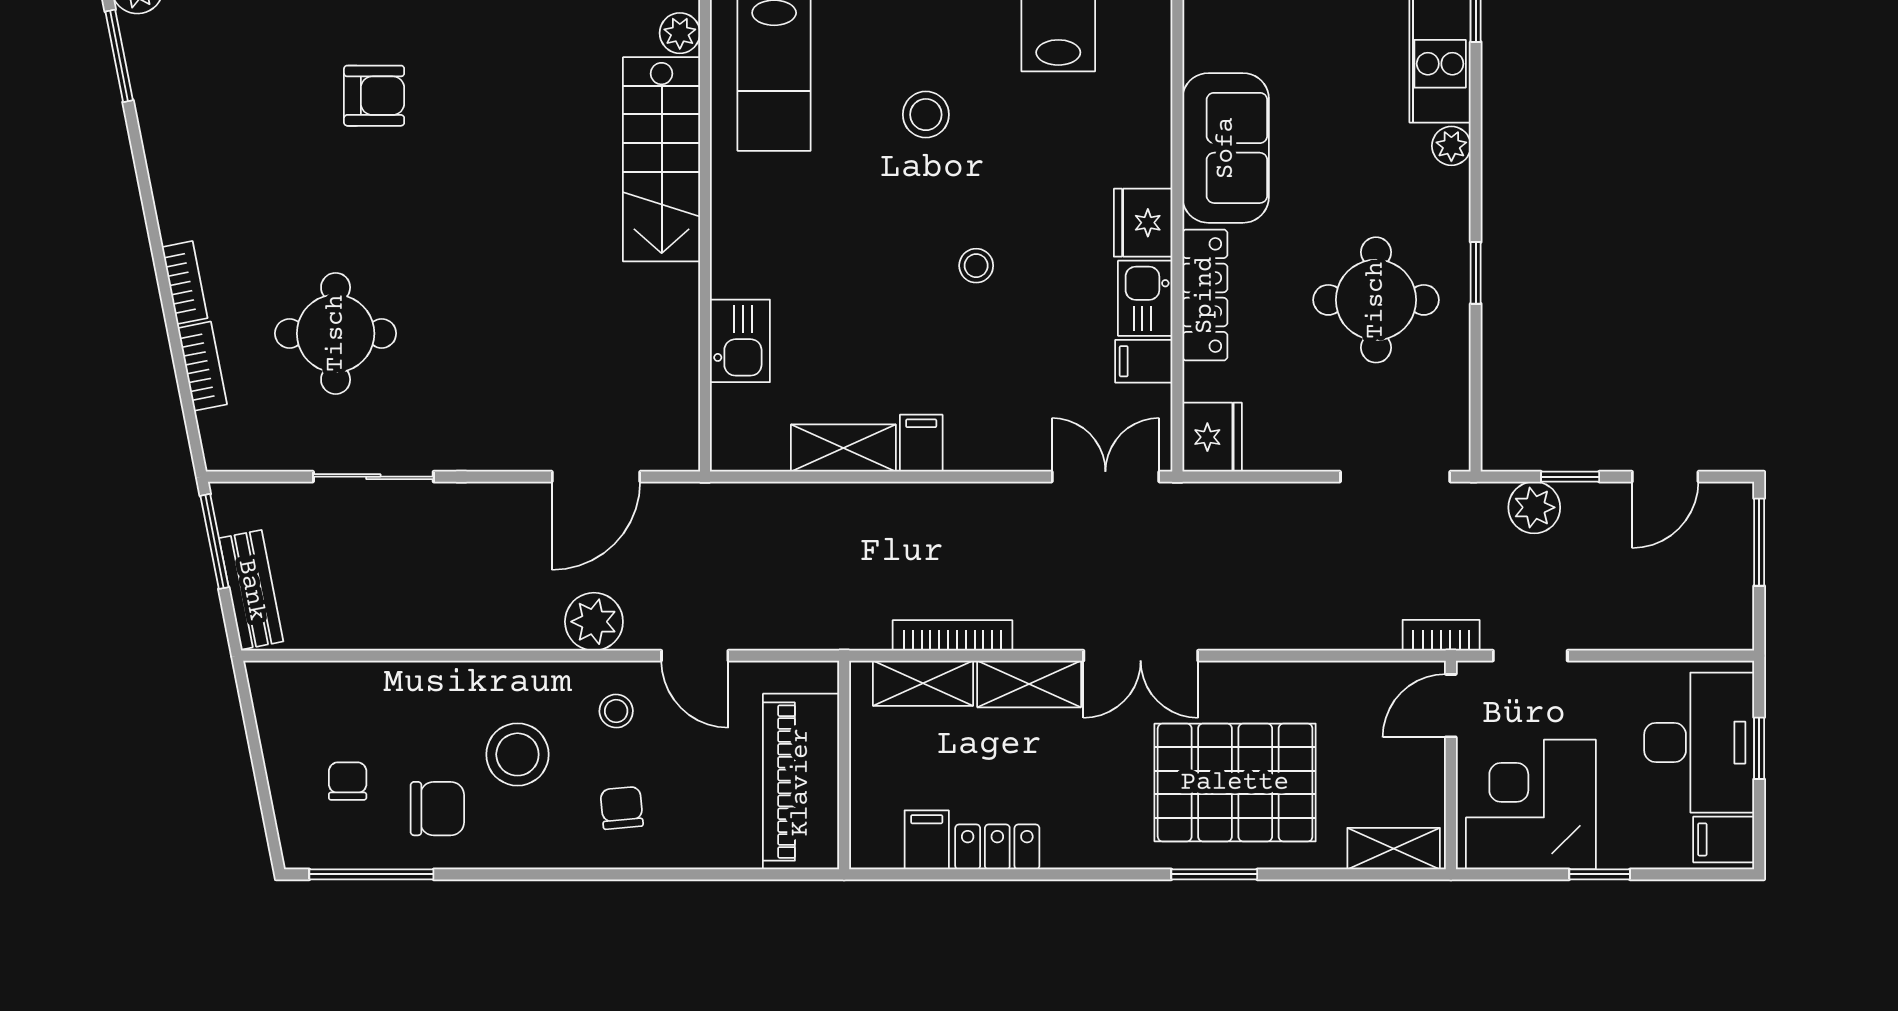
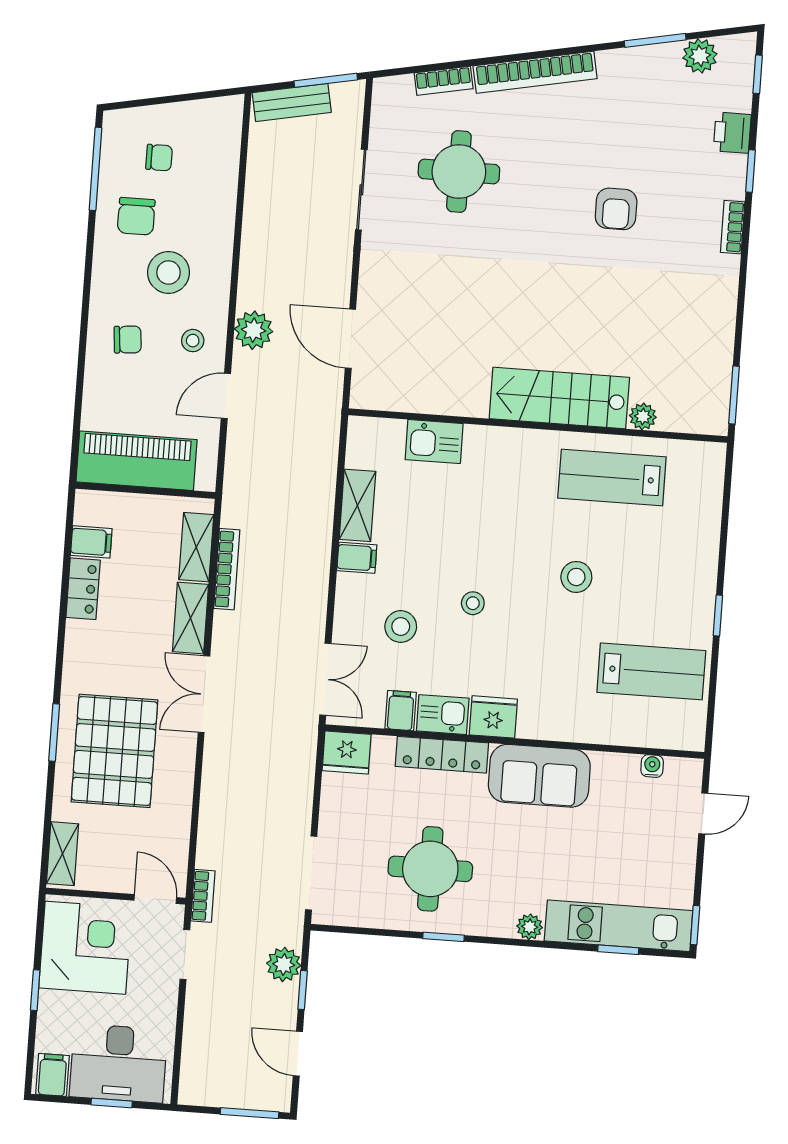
bookcase: (185, 283) -> (535, 72), width x2.31, depth x1.31
stool: (1019, 370) -> (401, 627), added

